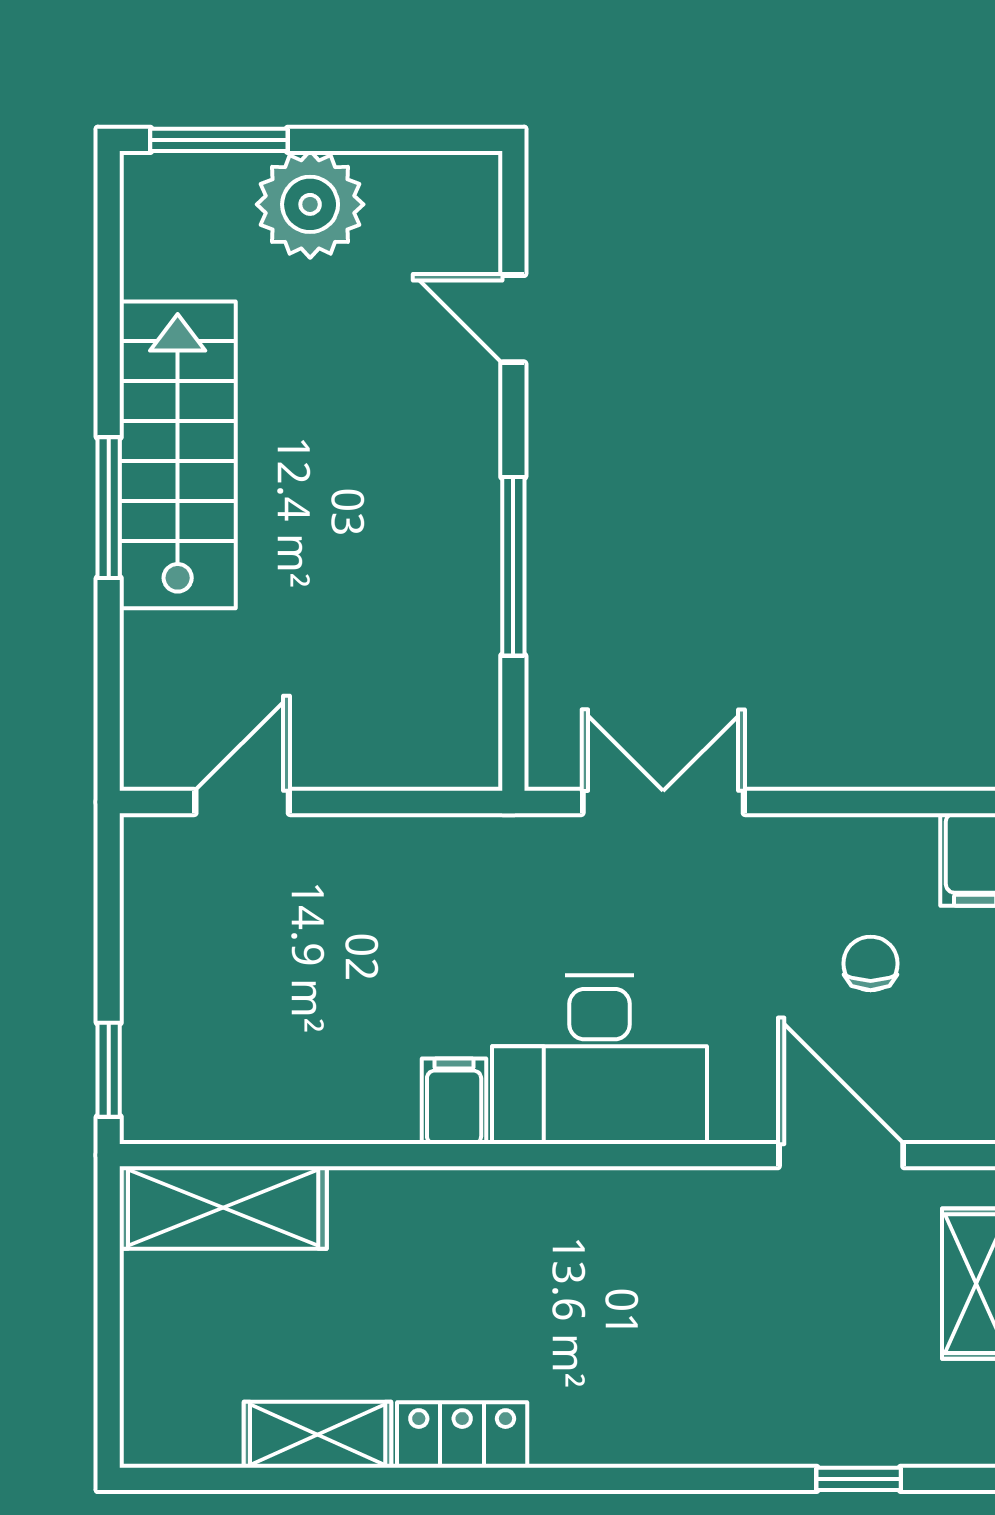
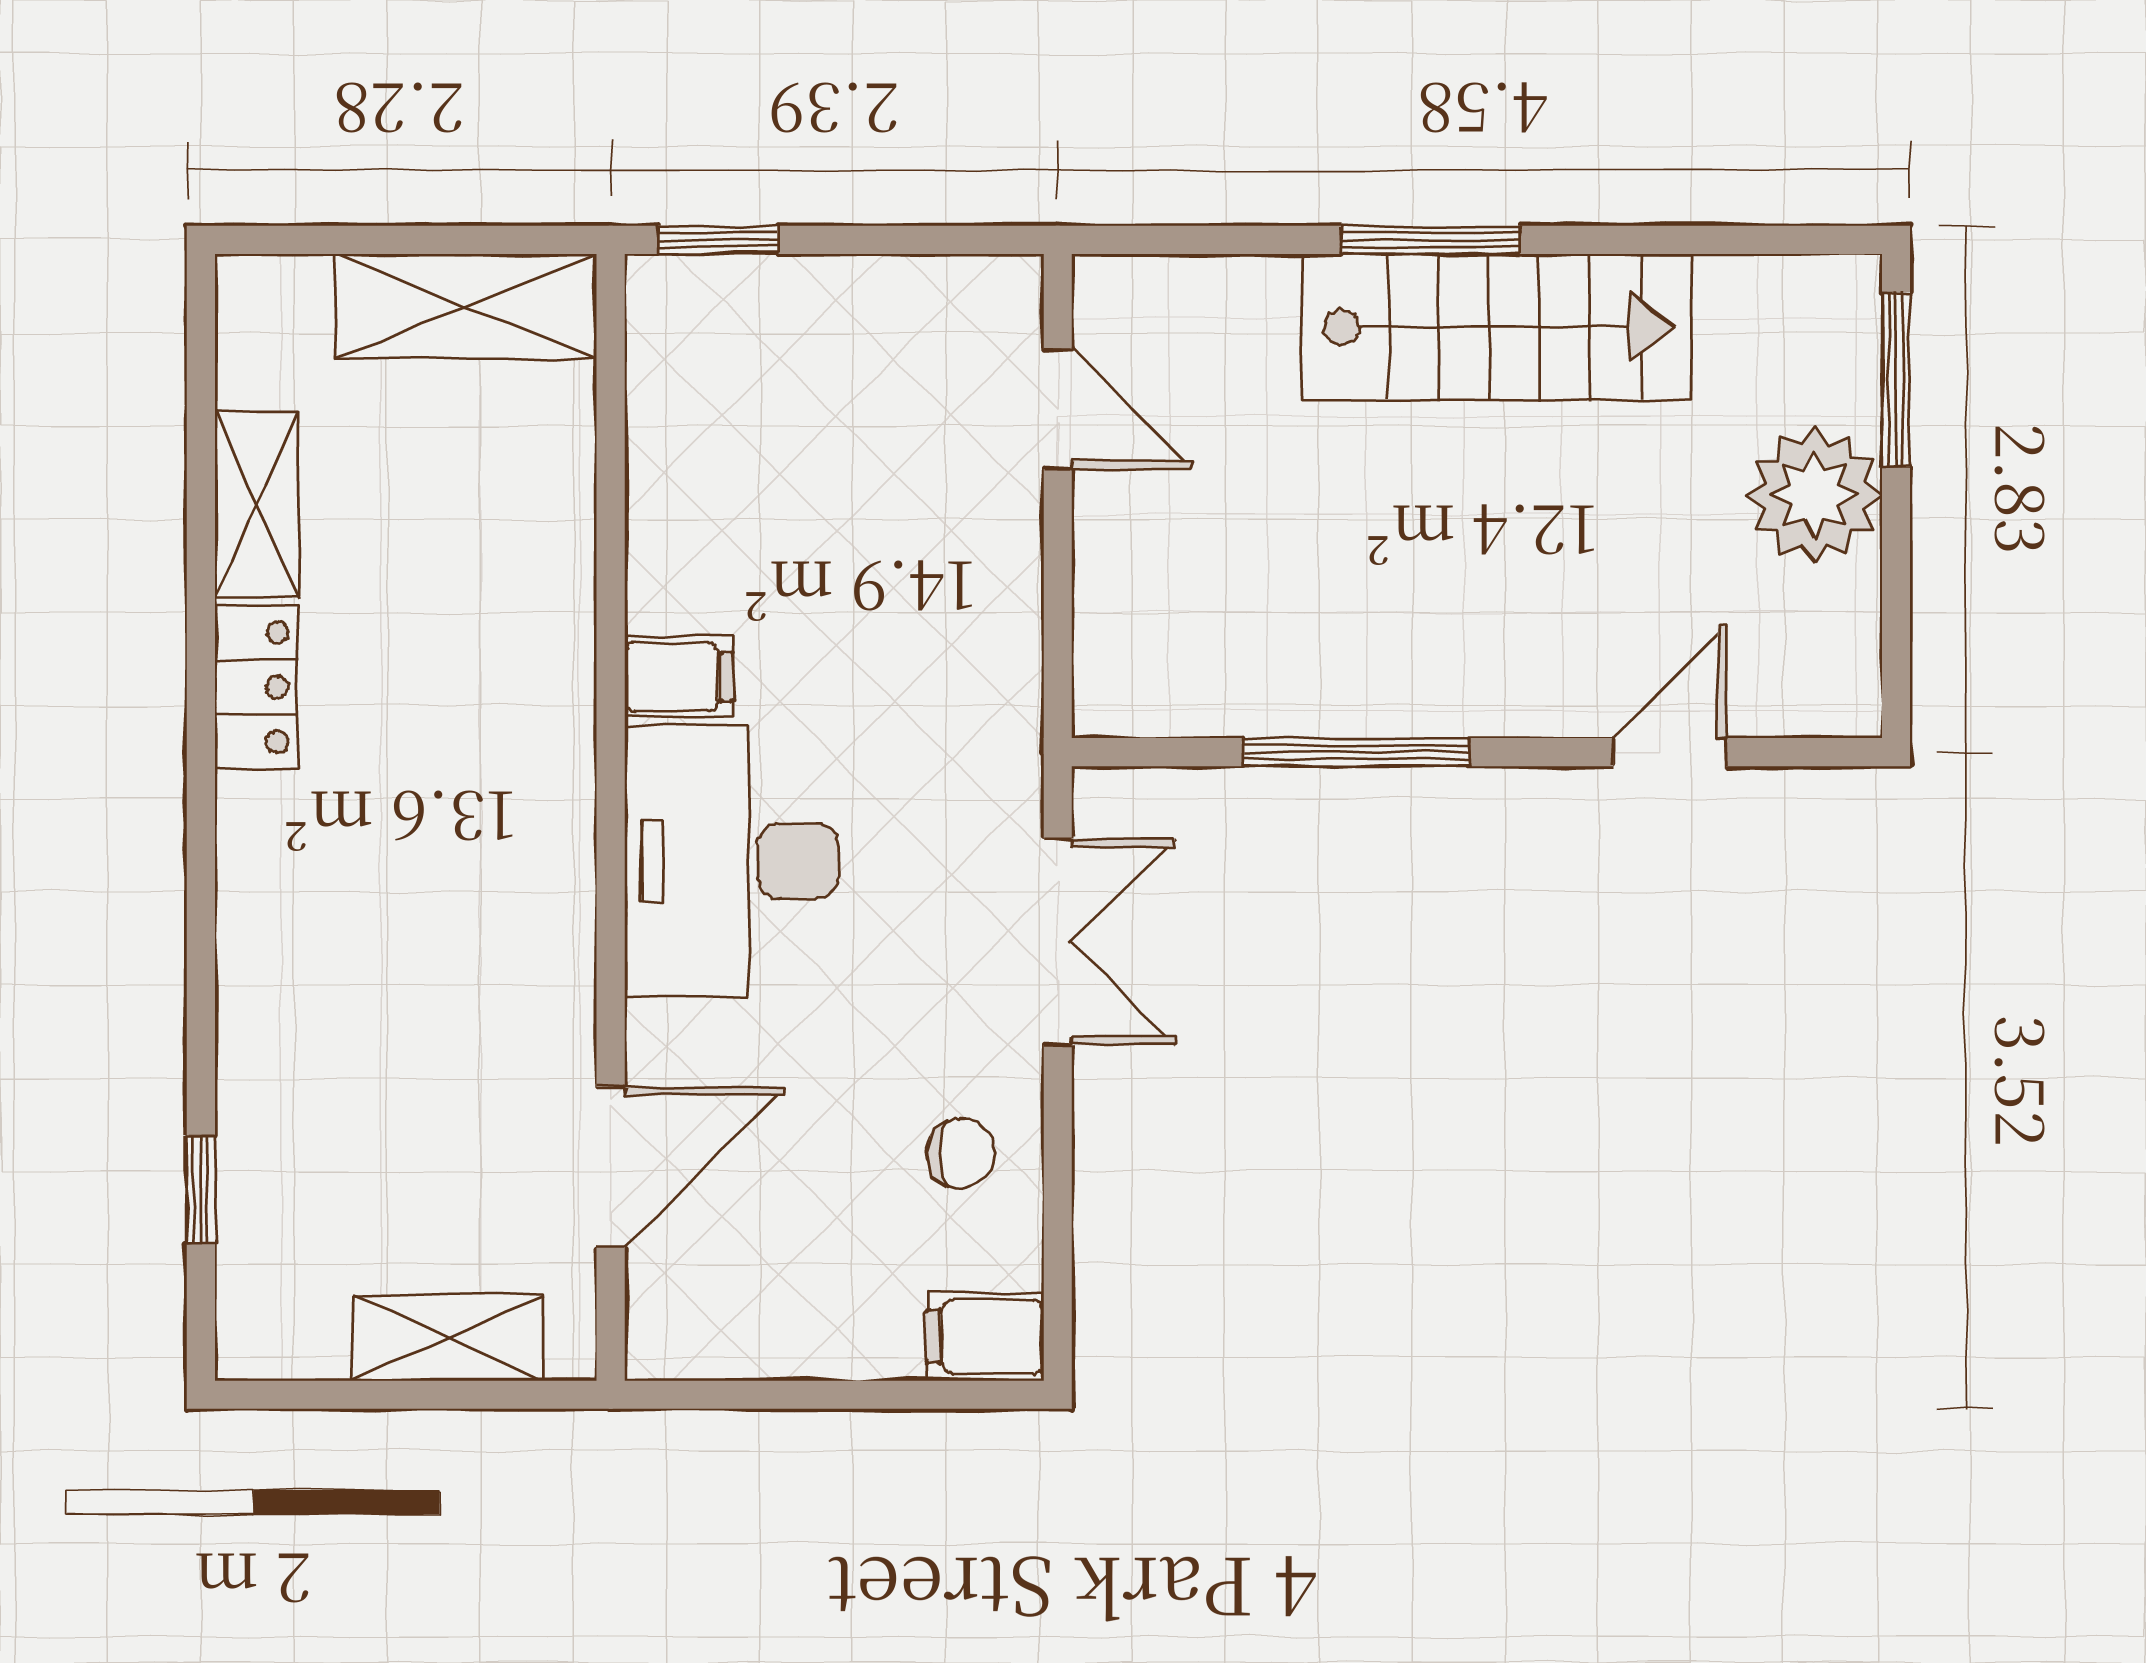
chair: (871, 964) -> (961, 1153), moved
shelving: (223, 1208) -> (466, 306), moved, turned 90

